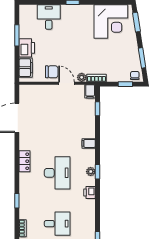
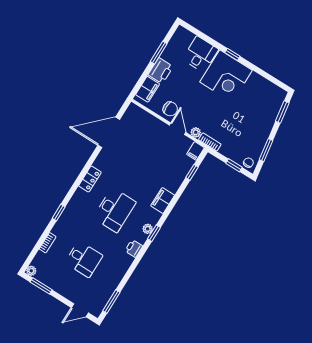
corner desk: (111, 22) -> (226, 76), moved
filing cabinet: (89, 143) -> (163, 201), width x2.00

